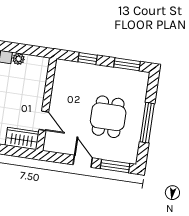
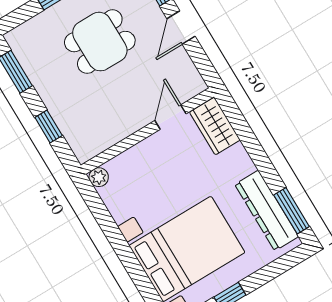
plant: (19, 59) -> (99, 177), moved

